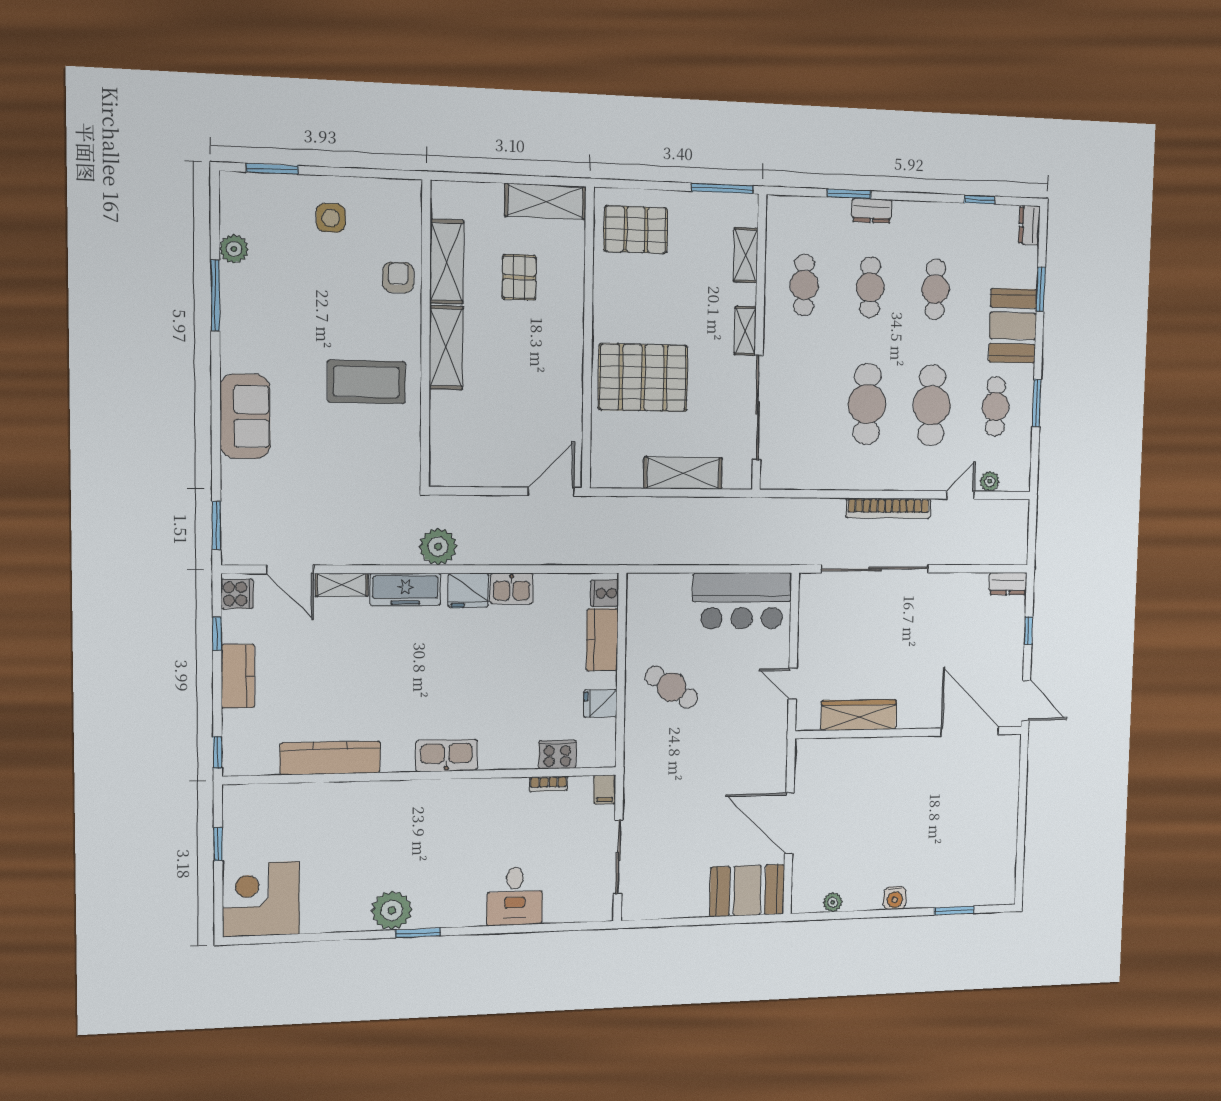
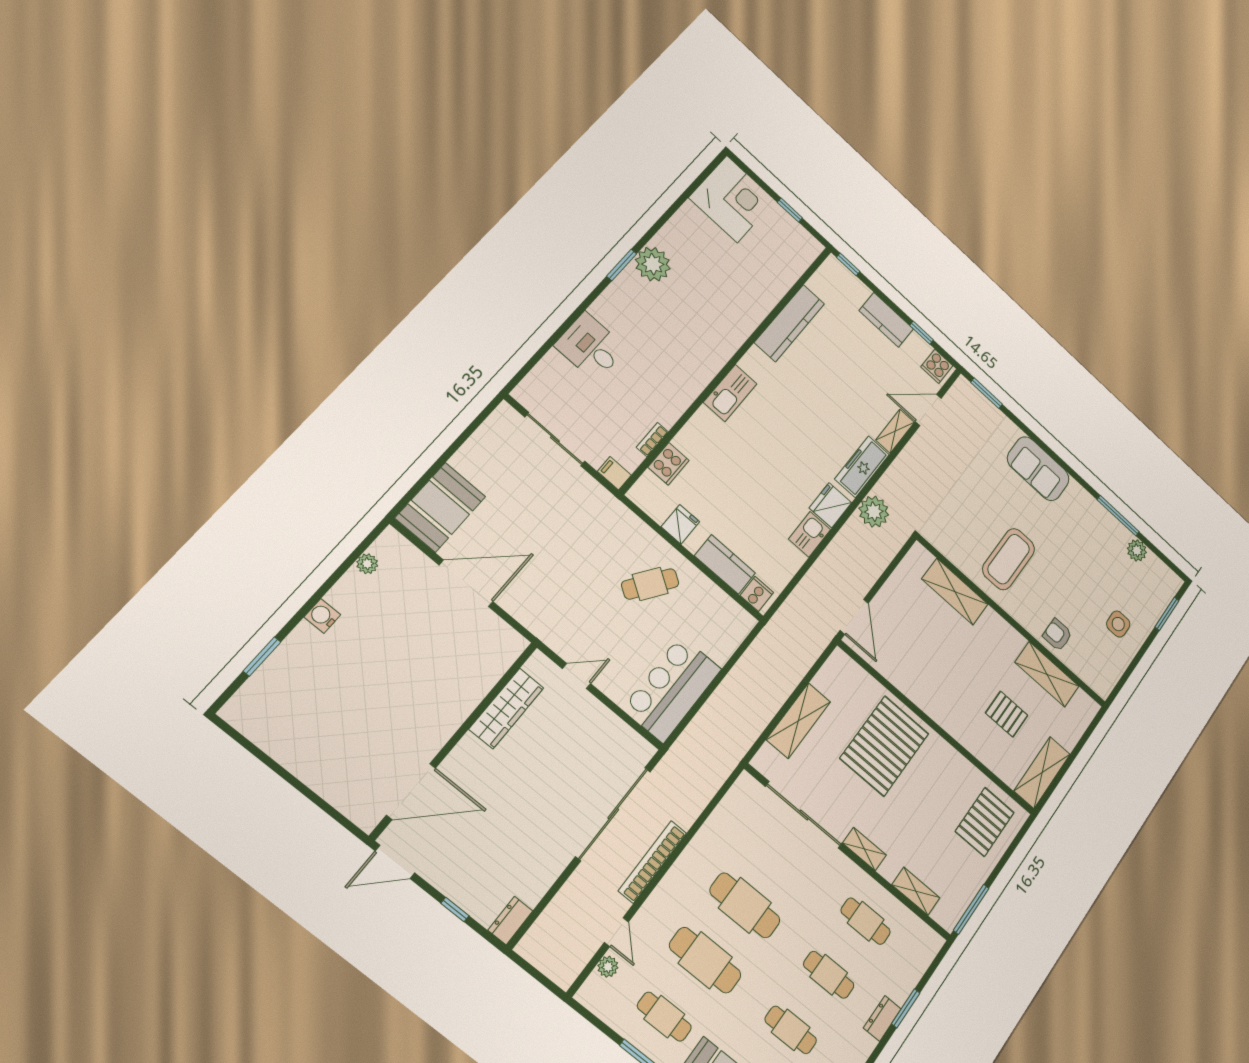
armchair: (398, 277) -> (1057, 635), turned 180
shelving: (446, 347) -> (955, 592), moved

